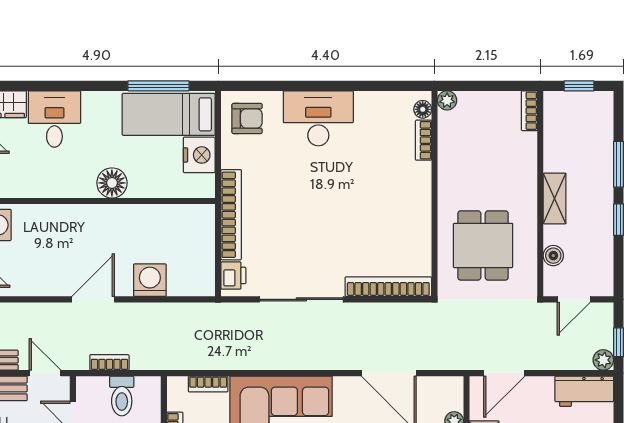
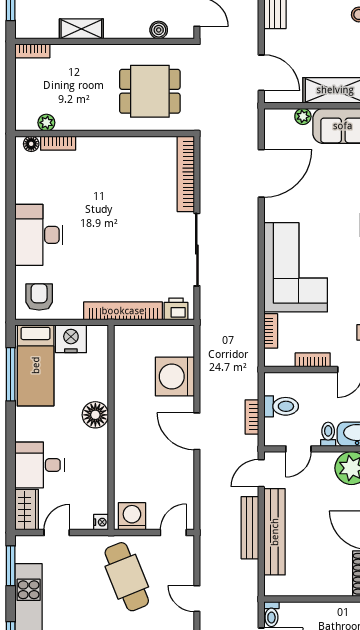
plant: (447, 100) -> (46, 123), moved
shelving: (555, 198) -> (81, 29), moved
washing machine: (150, 280) -> (175, 376), width x1.37, depth x1.37

